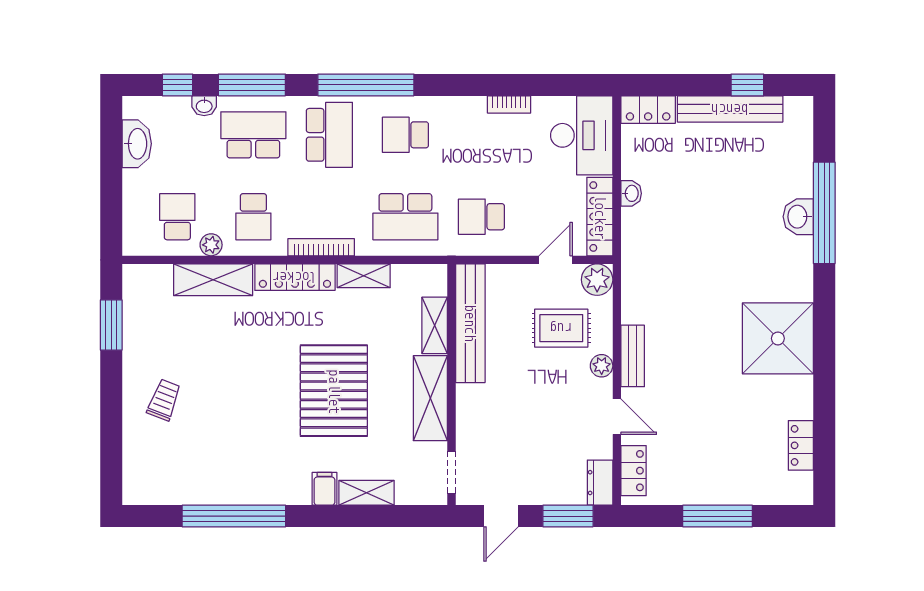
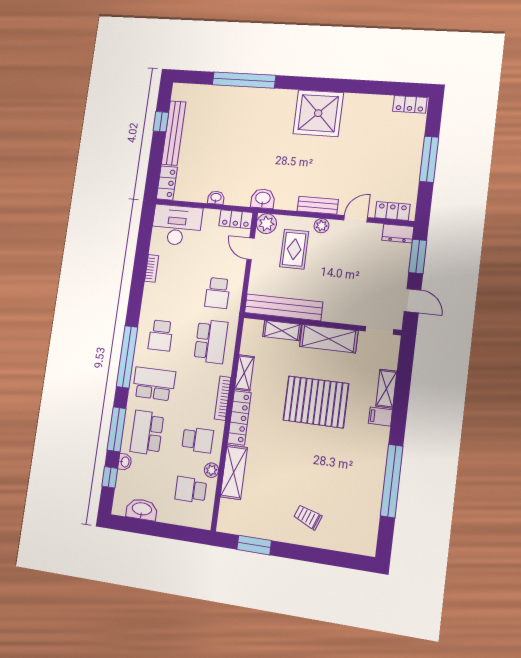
locker: (600, 217) -> (236, 219), width x0.66
washbasin: (798, 217) -> (263, 199), moved, turned 180
locker: (801, 445) -> (410, 104), moved

